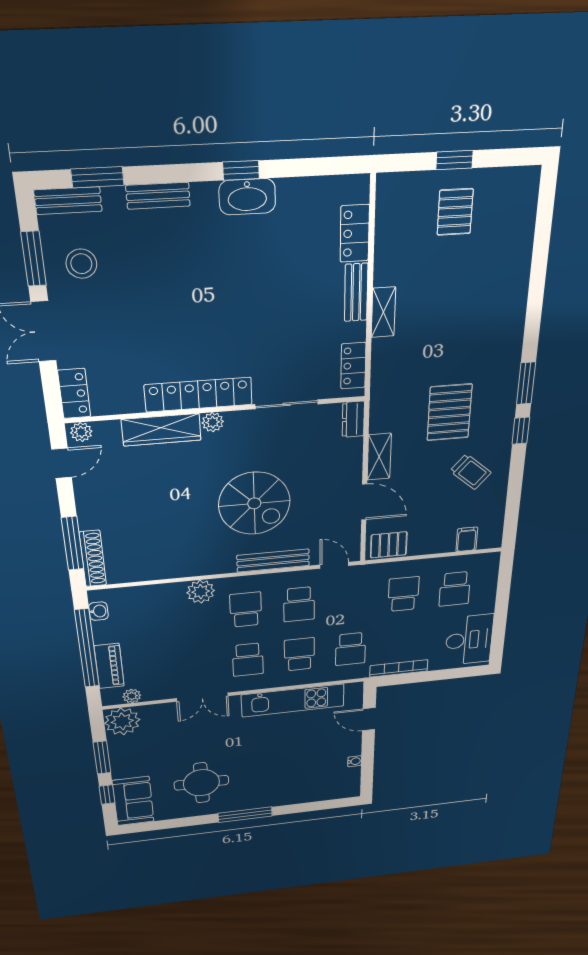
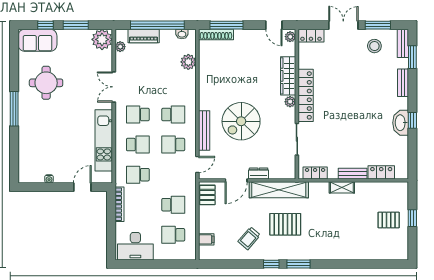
dresser: (353, 419) -> (259, 174), moved
shelving: (379, 457) -> (279, 190), width x2.20, depth x1.33
plant: (201, 592) -> (188, 62), moved

